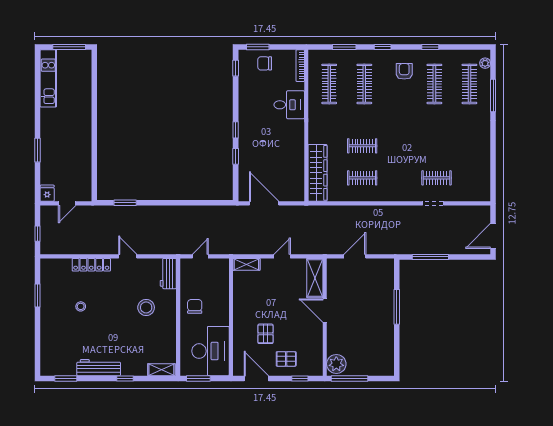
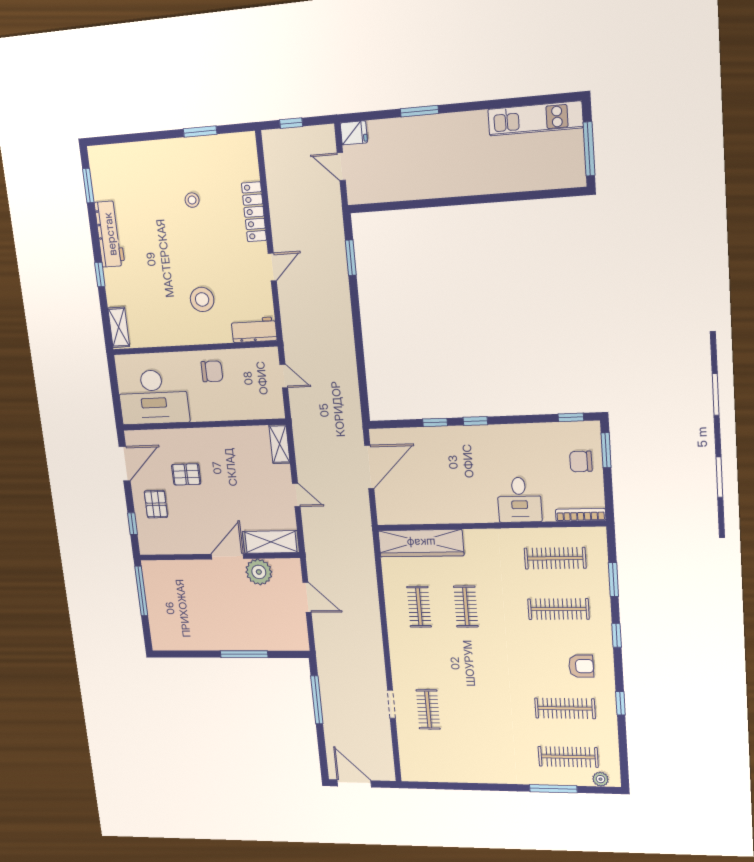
chair: (265, 63) -> (581, 461), turned -90
plant: (336, 364) -> (259, 572), moved
window: (198, 378) -> (114, 381), removed

